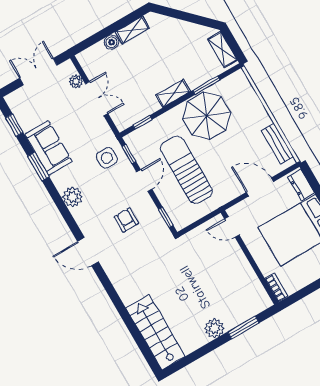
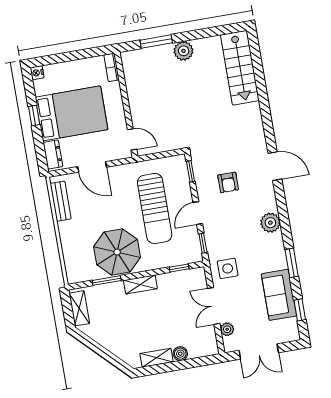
sofa: (48, 148) -> (279, 295), moved
side table: (107, 158) -> (228, 268), moved

